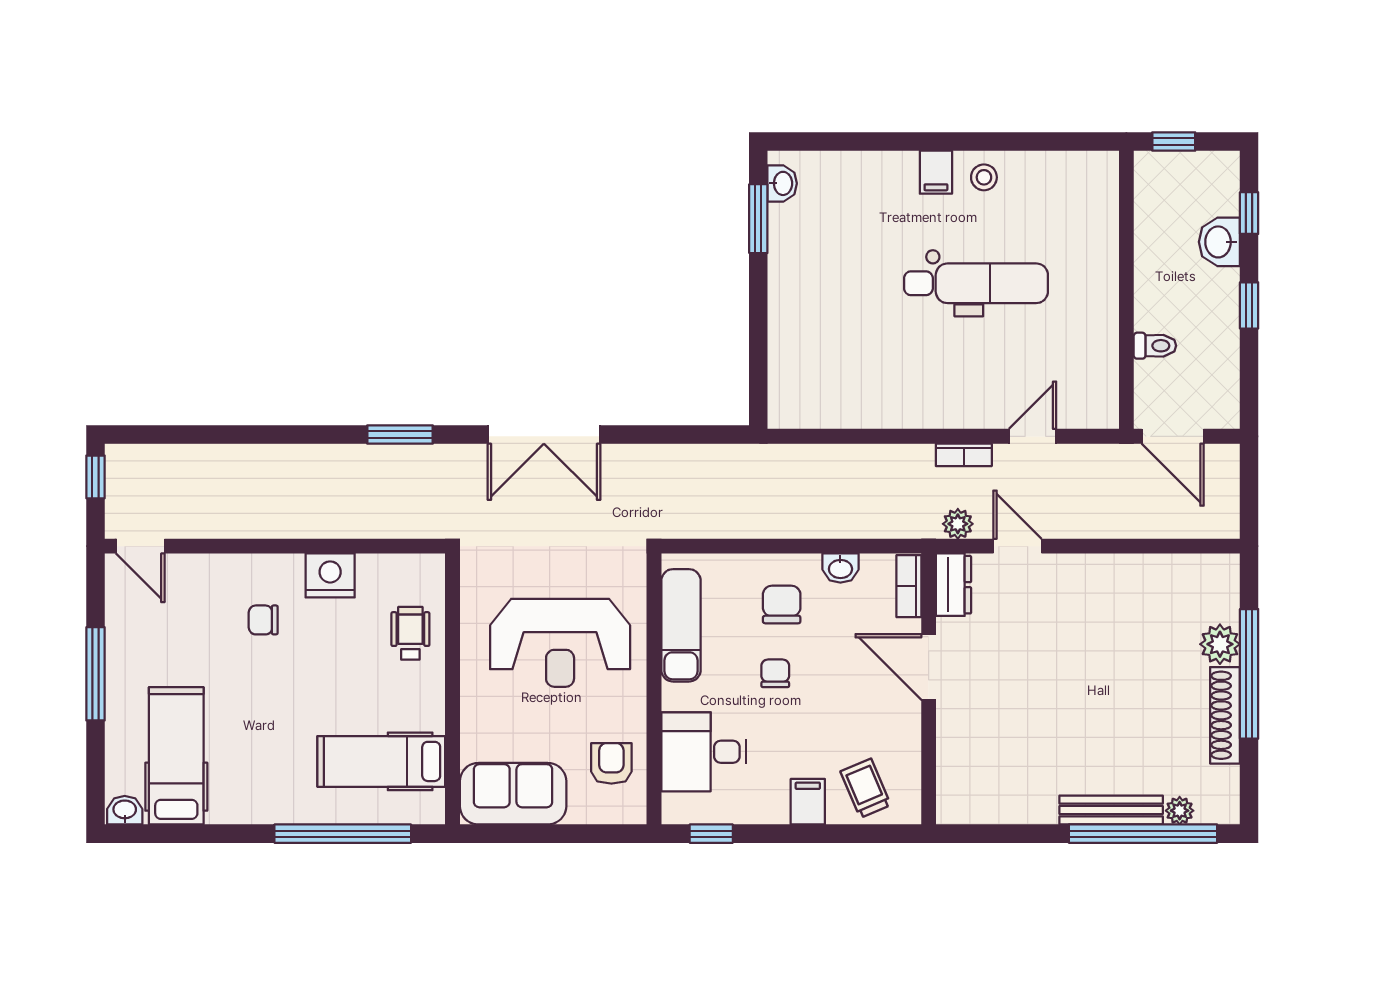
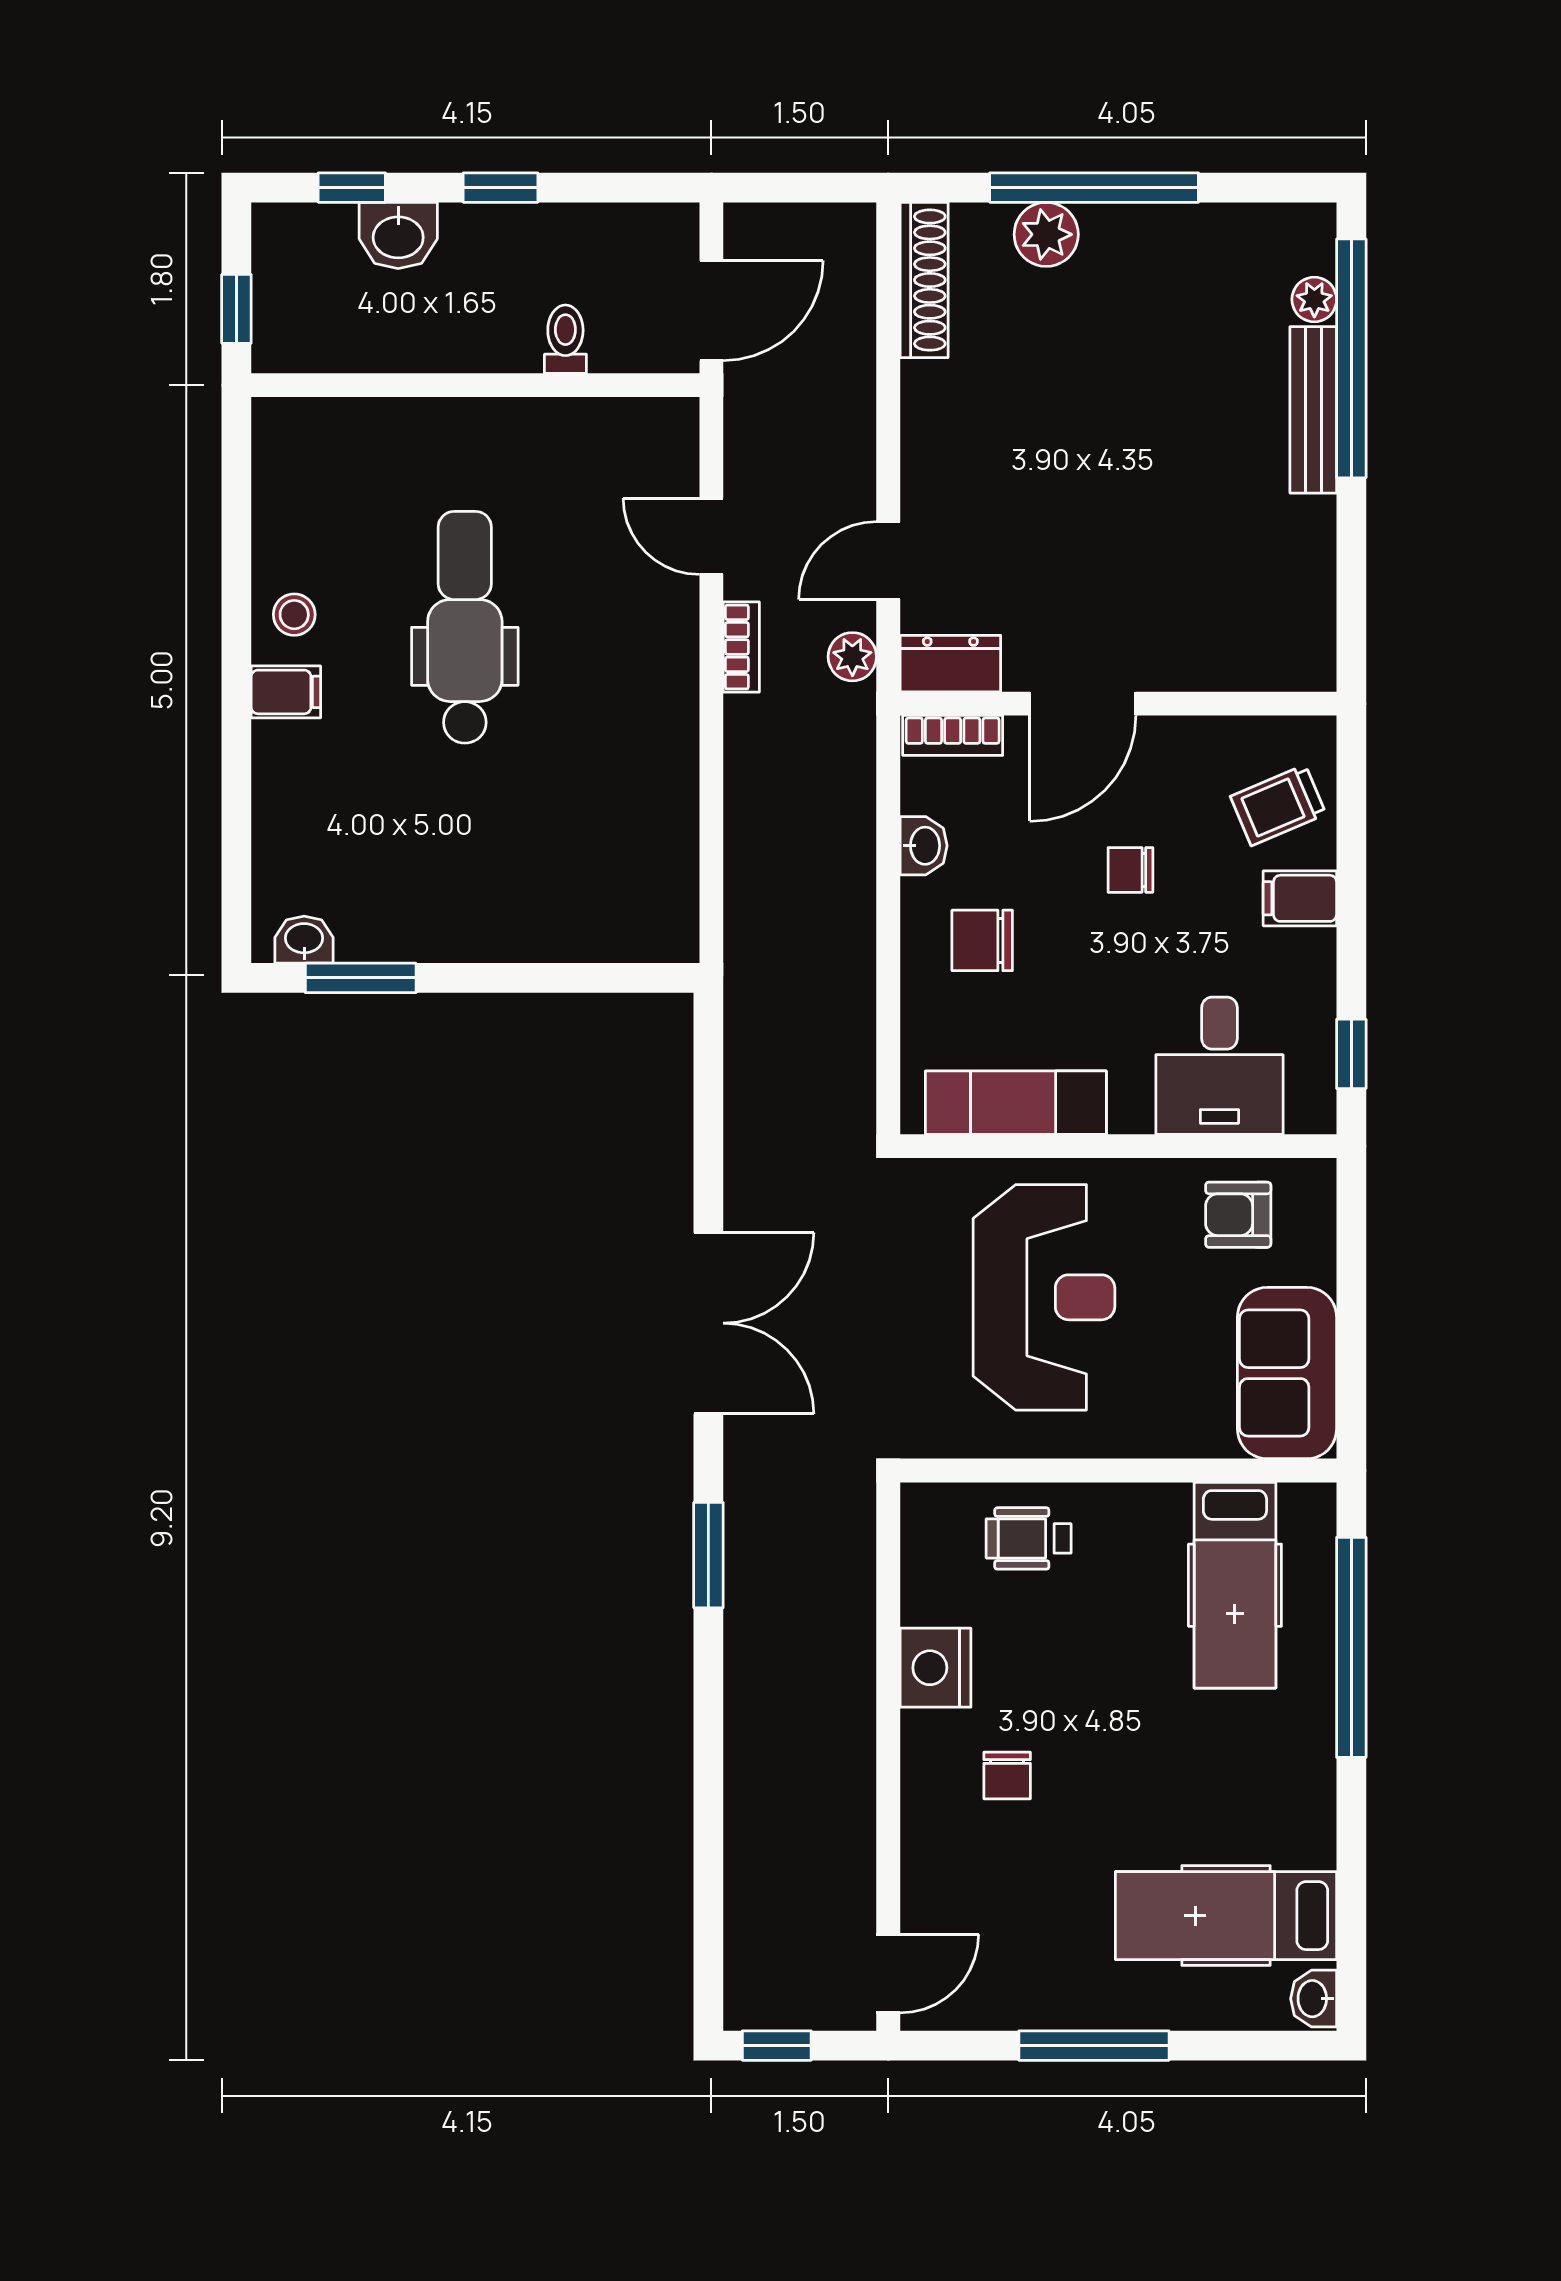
chair: (775, 673) -> (1130, 870), moved
shoe rack: (1225, 715) -> (924, 280), moved, turned -90

